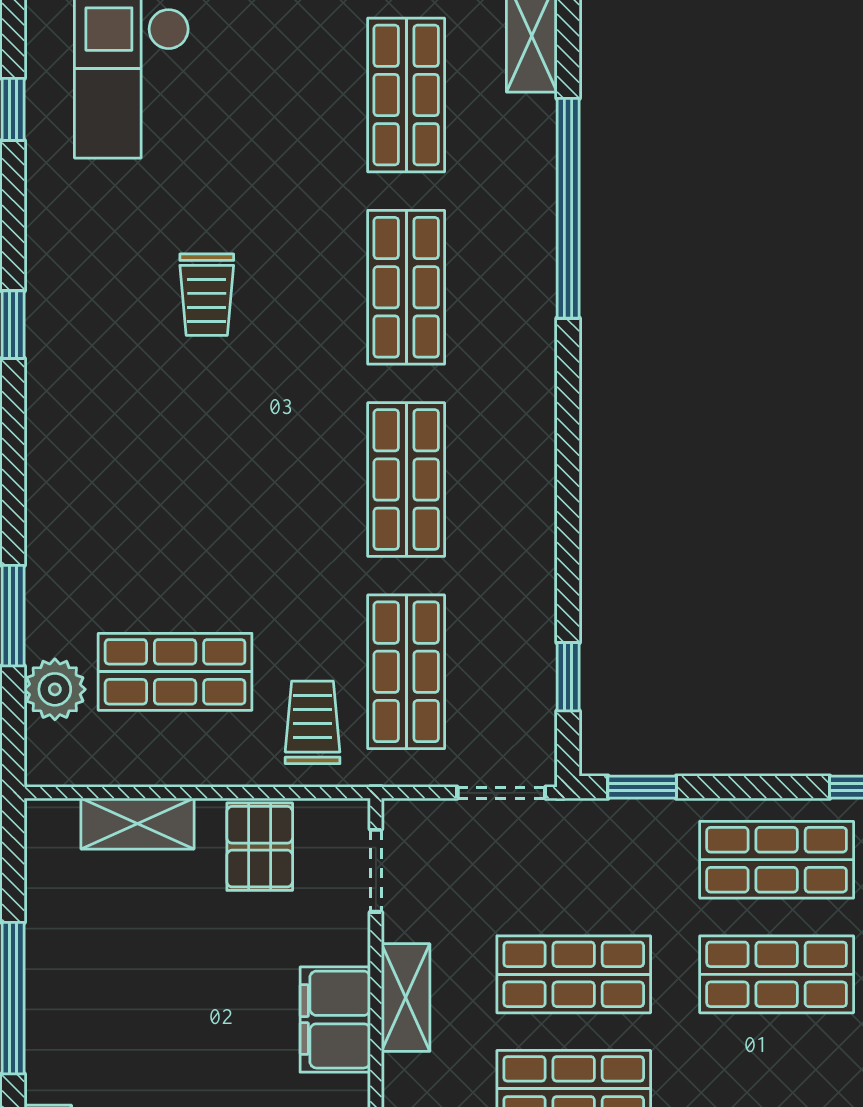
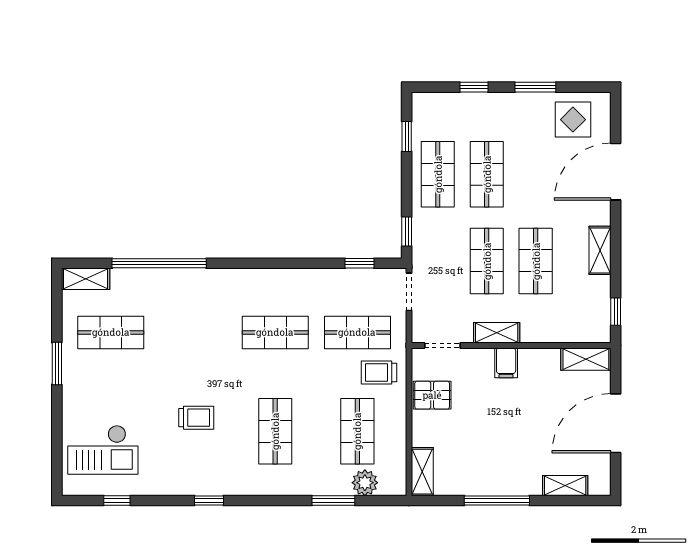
shop shelf: (406, 287) -> (275, 431), moved, turned 90
shelving: (137, 824) -> (422, 472), moved
filing cabinet: (335, 1020) -> (506, 363), width x0.50

